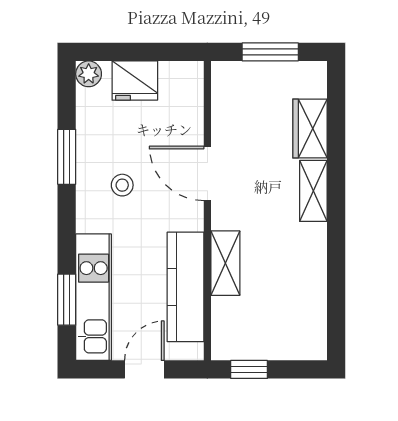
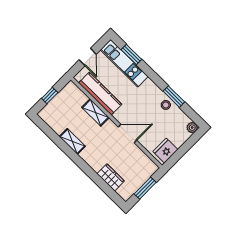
fridge: (135, 81) -> (165, 151), moved
stool: (122, 185) -> (166, 105), moved
shelving: (313, 191) -> (72, 141), moved
window: (249, 369) -> (50, 95), moved

